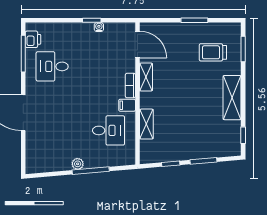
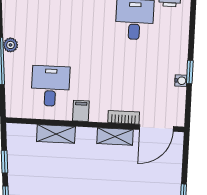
bookcase: (130, 86) -> (124, 117), moved
desk: (109, 130) -> (50, 86), turned 180

